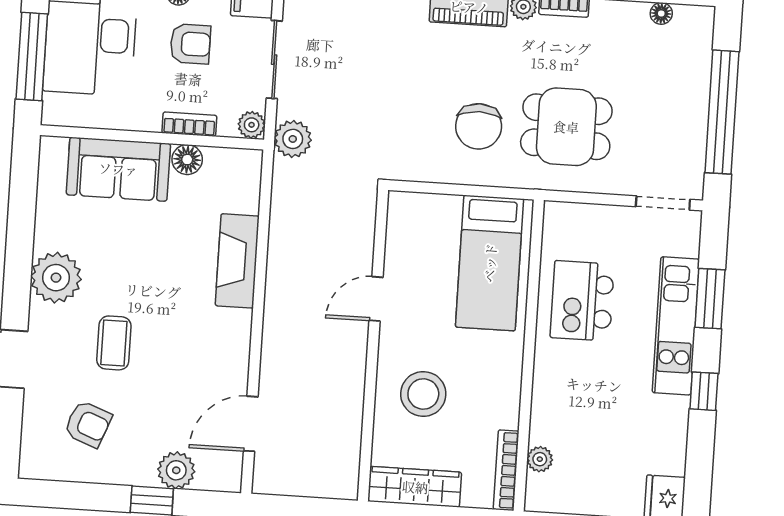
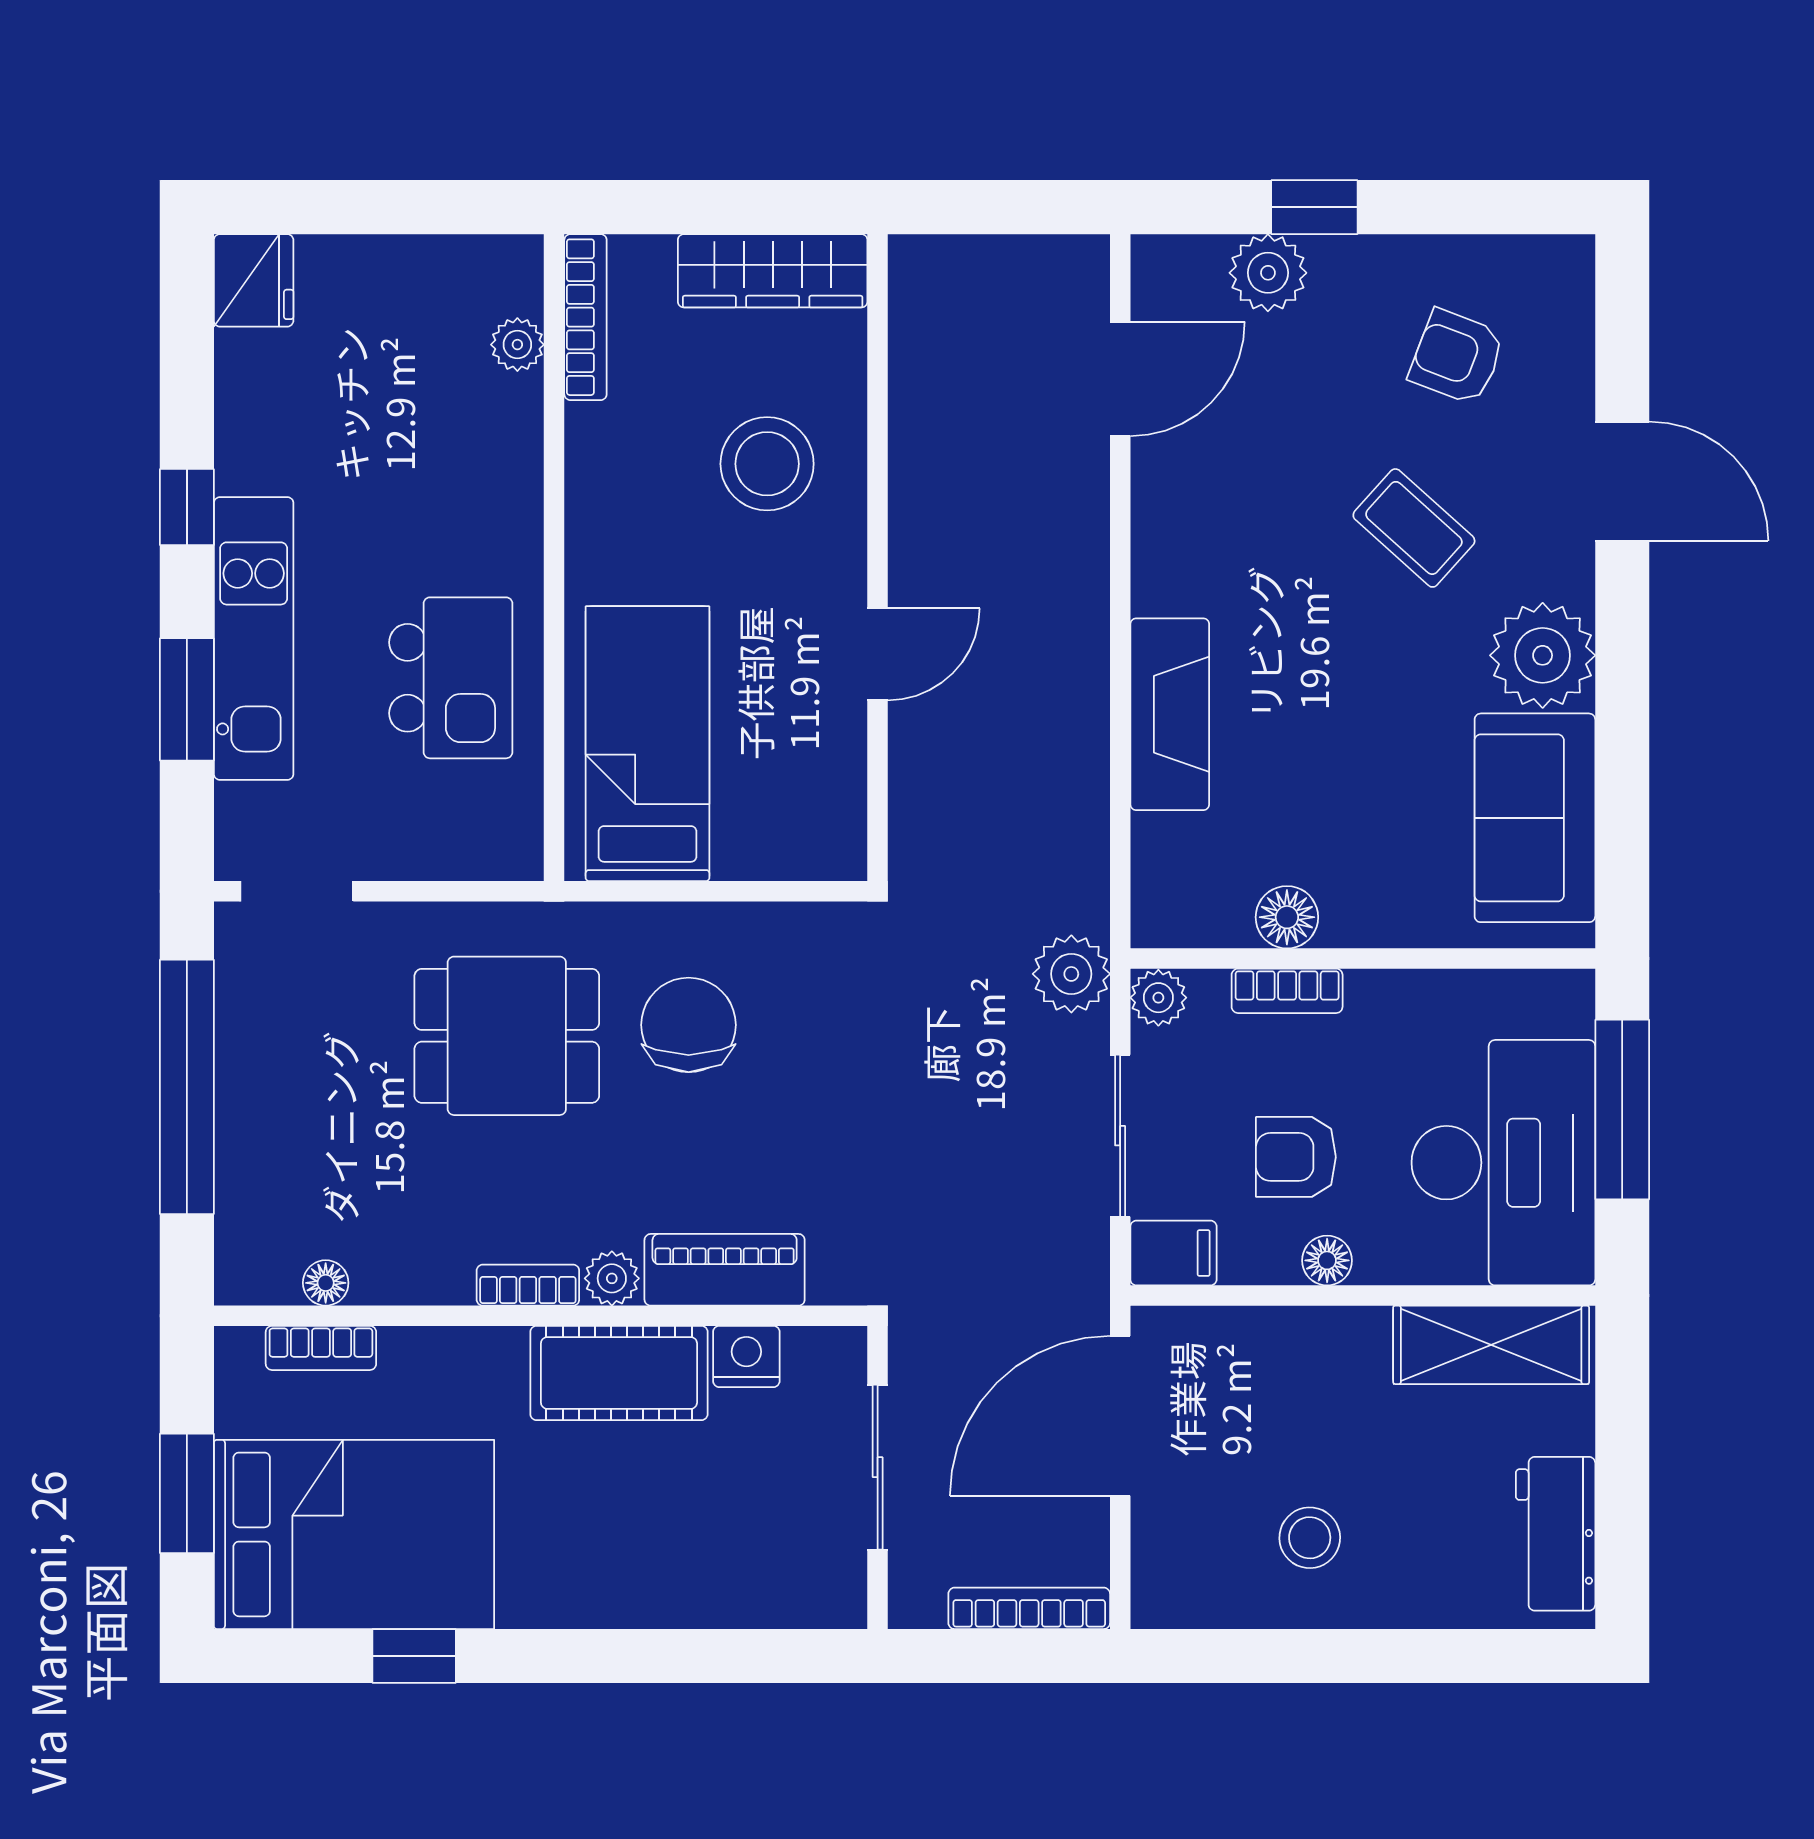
sofa: (118, 169) -> (1535, 818), moved, turned -90
coffee table: (114, 343) -> (1414, 528), turned -48

